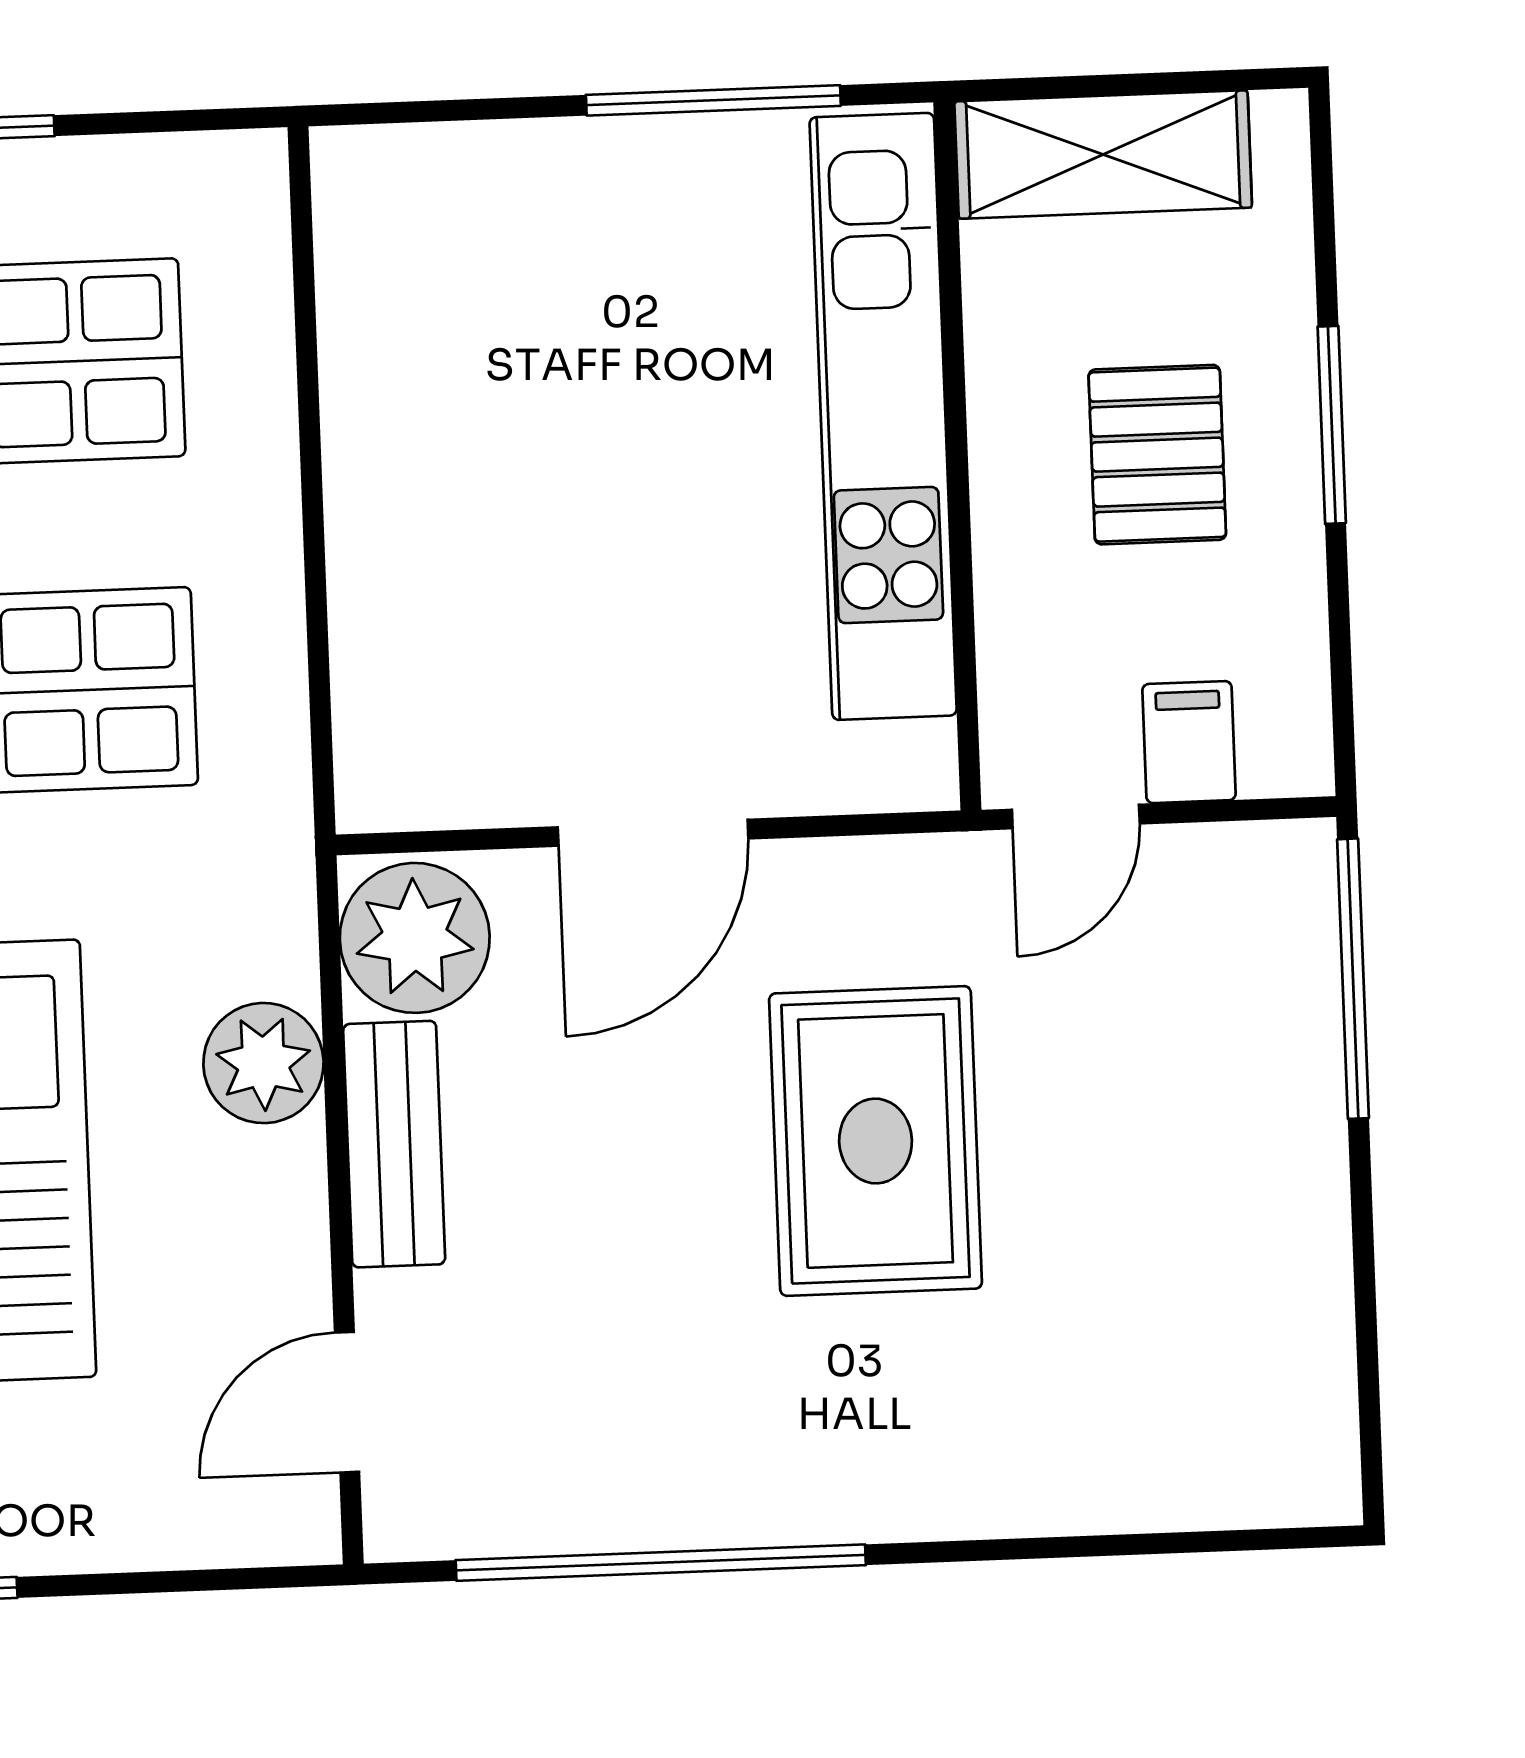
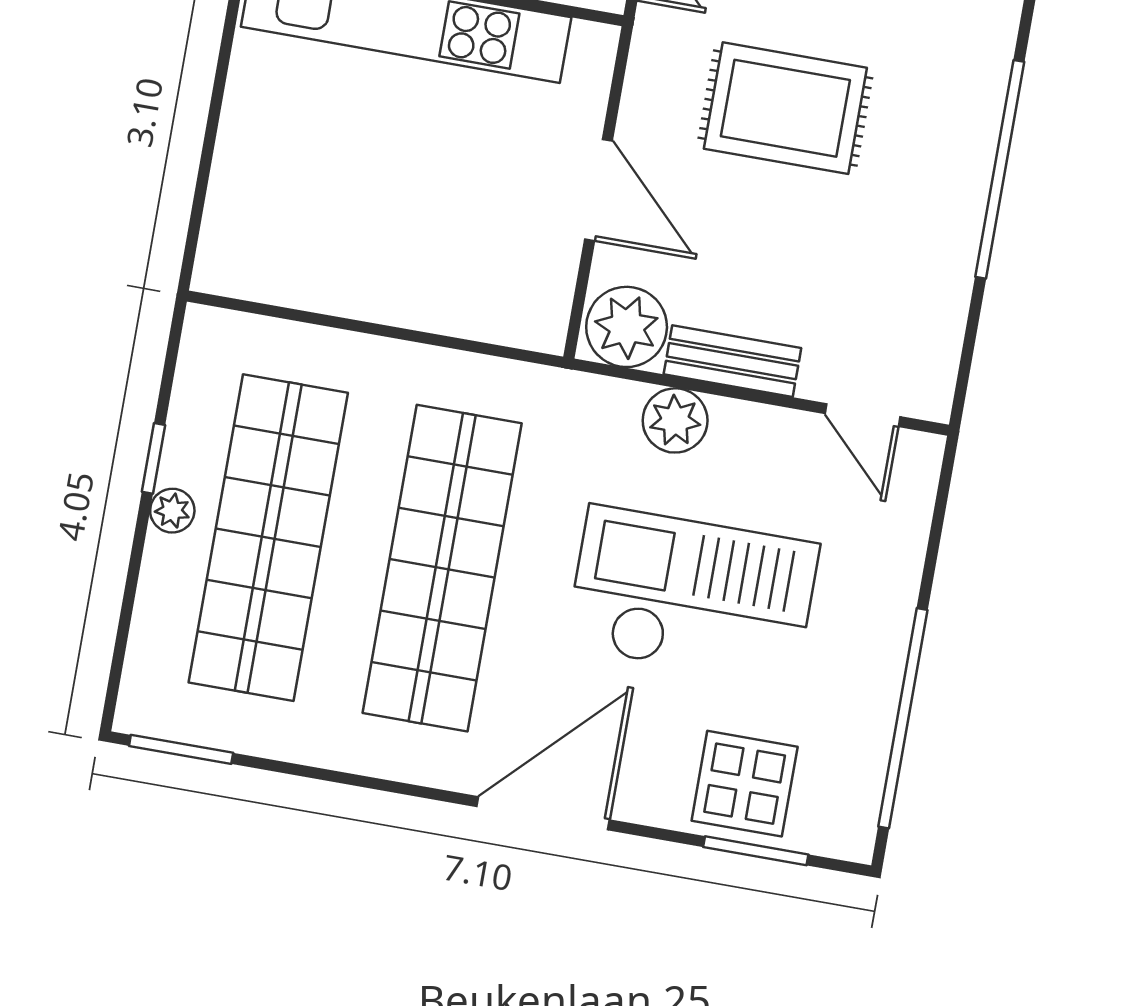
window: (713, 100) -> (221, 75), removed
window: (661, 1563) -> (1000, 169), moved

